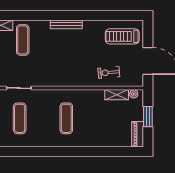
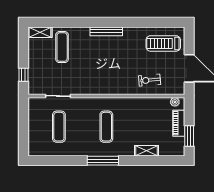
shelving: (117, 95) -> (147, 151), moved
window: (148, 117) -> (189, 136), moved
piano: (138, 134) -> (179, 123), moved
window: (63, 152) -> (103, 161), added

